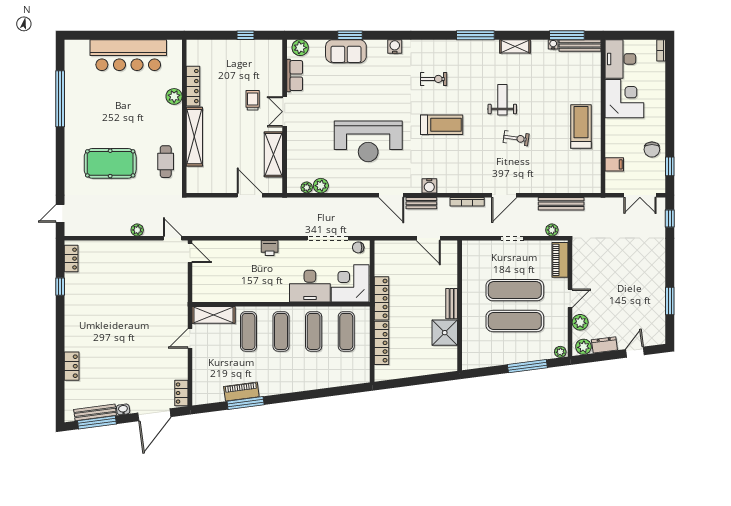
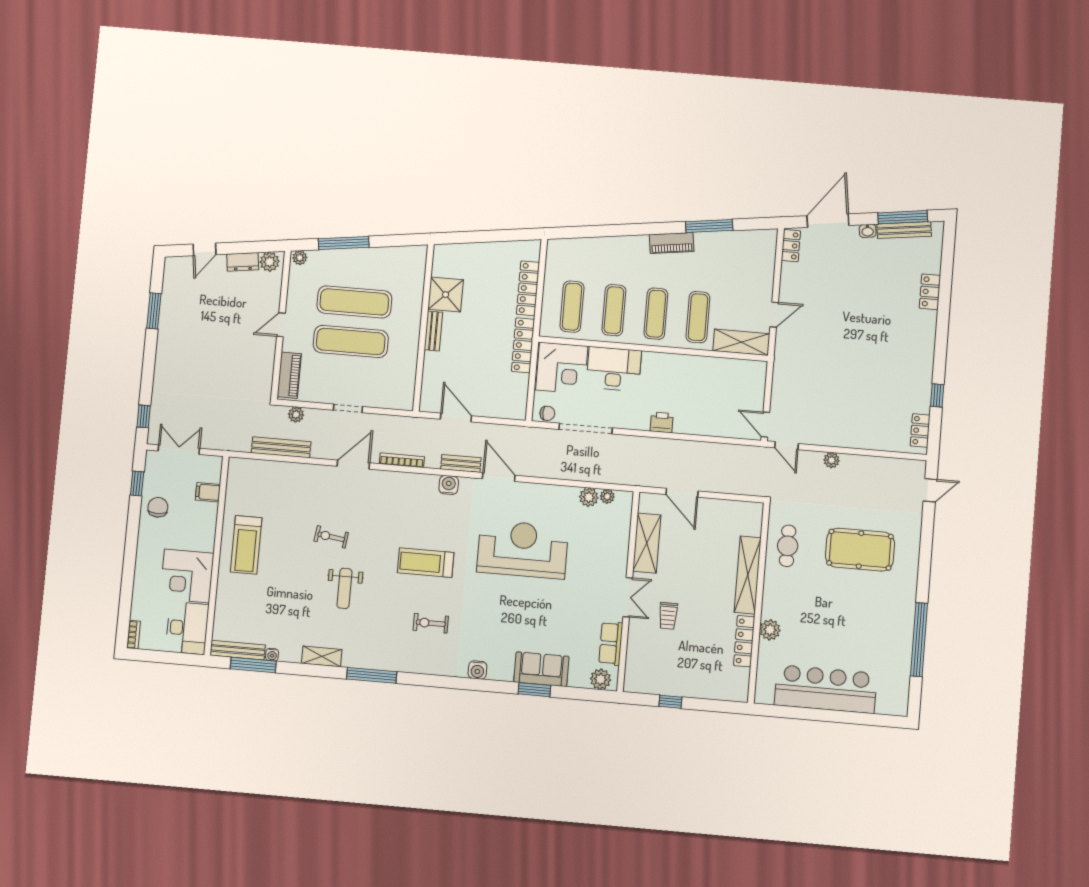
plant: (580, 322) -> (271, 293), removed
piano: (241, 392) -> (672, 243), moved

